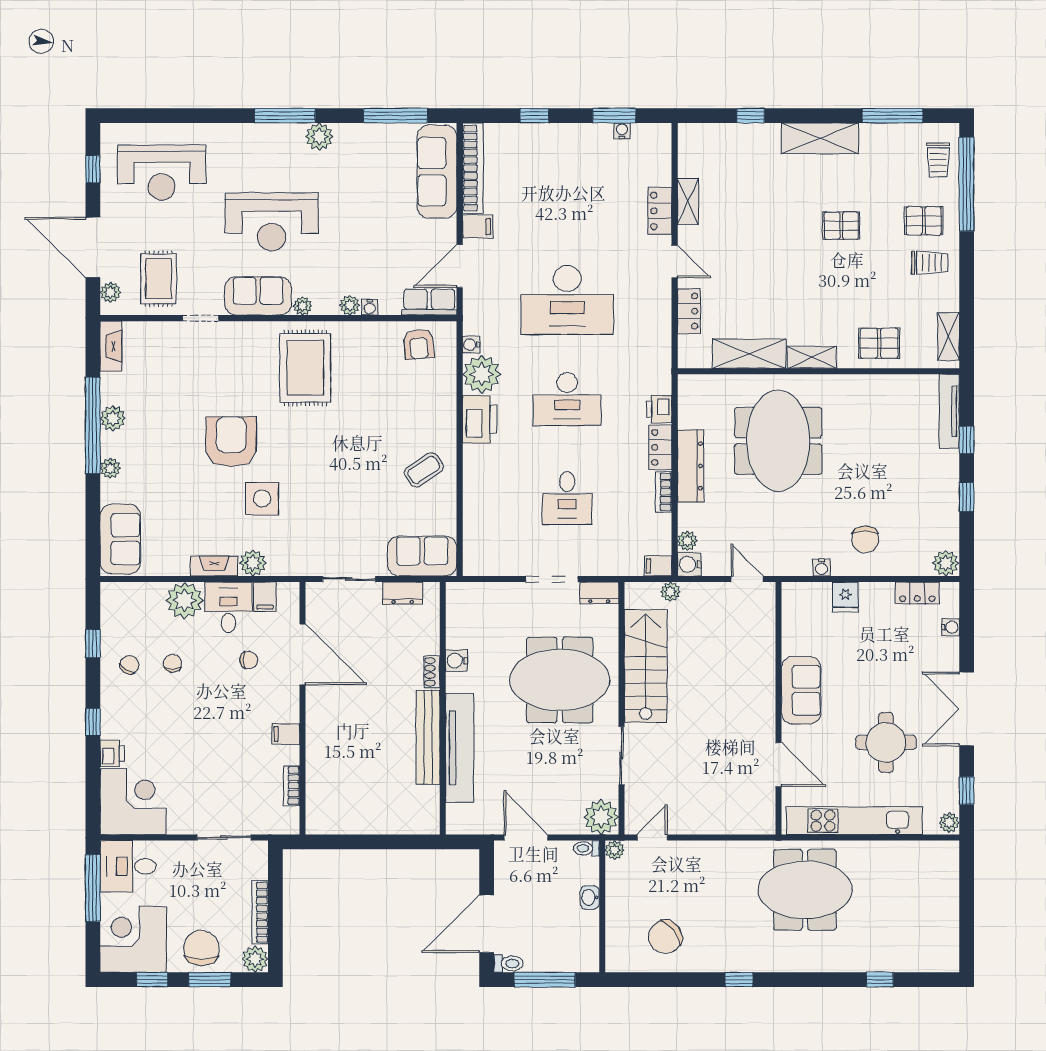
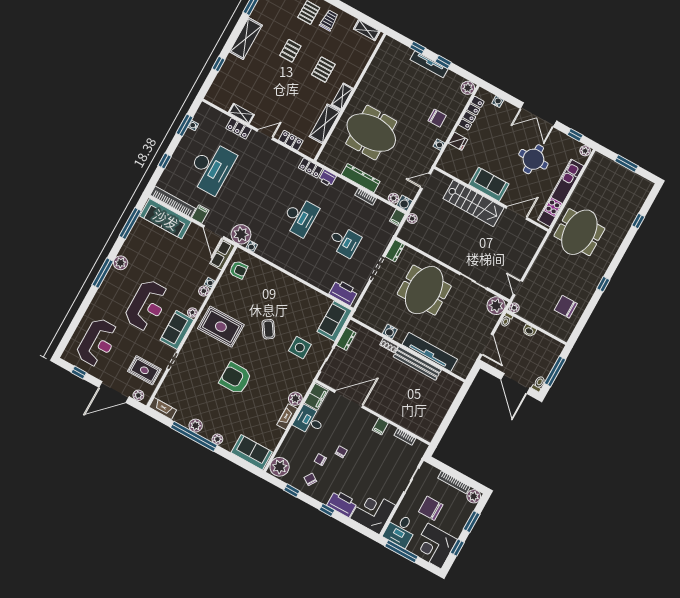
desk: (567, 300) -> (211, 168), moved
pallet: (879, 343) -> (323, 70), moved
plant: (482, 374) -> (241, 234), moved
tv unit: (949, 411) -> (429, 64), moved
printer: (480, 419) -> (344, 292), moved
locker: (660, 447) -> (311, 168), moved
coffee table: (424, 470) -> (268, 329), moved
side table: (262, 499) -> (300, 348), moved
locker: (917, 593) -> (471, 113), width x1.53
filing cabinet: (265, 597) -> (316, 397), width x2.00
plant: (185, 600) -> (280, 467), moved
chair: (249, 660) -> (341, 452), moved
stairs: (646, 666) -> (473, 203), moved, turned 180
printer: (112, 753) -> (342, 504), width x1.87, depth x1.48
door: (526, 838) -> (487, 344), swing flipped
window: (967, 905) -> (626, 164), added
chair: (665, 937) -> (566, 307), turned 128
chair: (201, 948) -> (431, 508), moved

